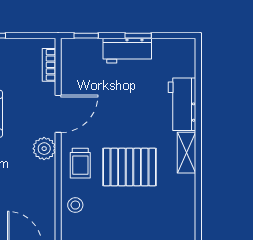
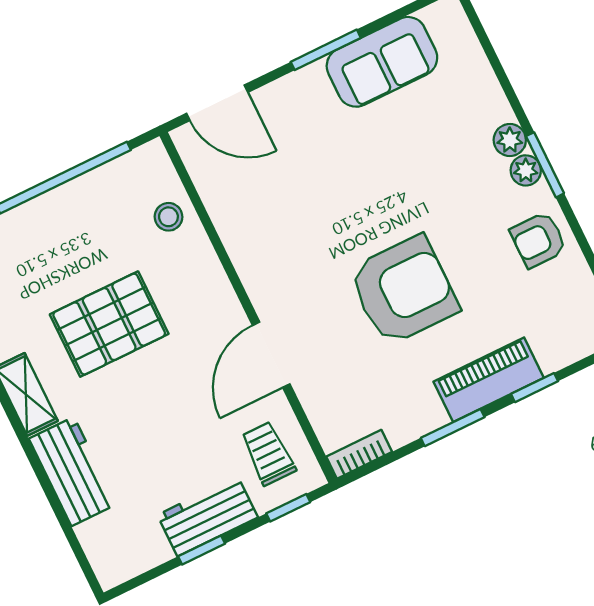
bookcase: (49, 65) -> (359, 454), moved, turned -90
plant: (44, 149) -> (266, 286), removed
trolley: (80, 163) -> (268, 453), moved

